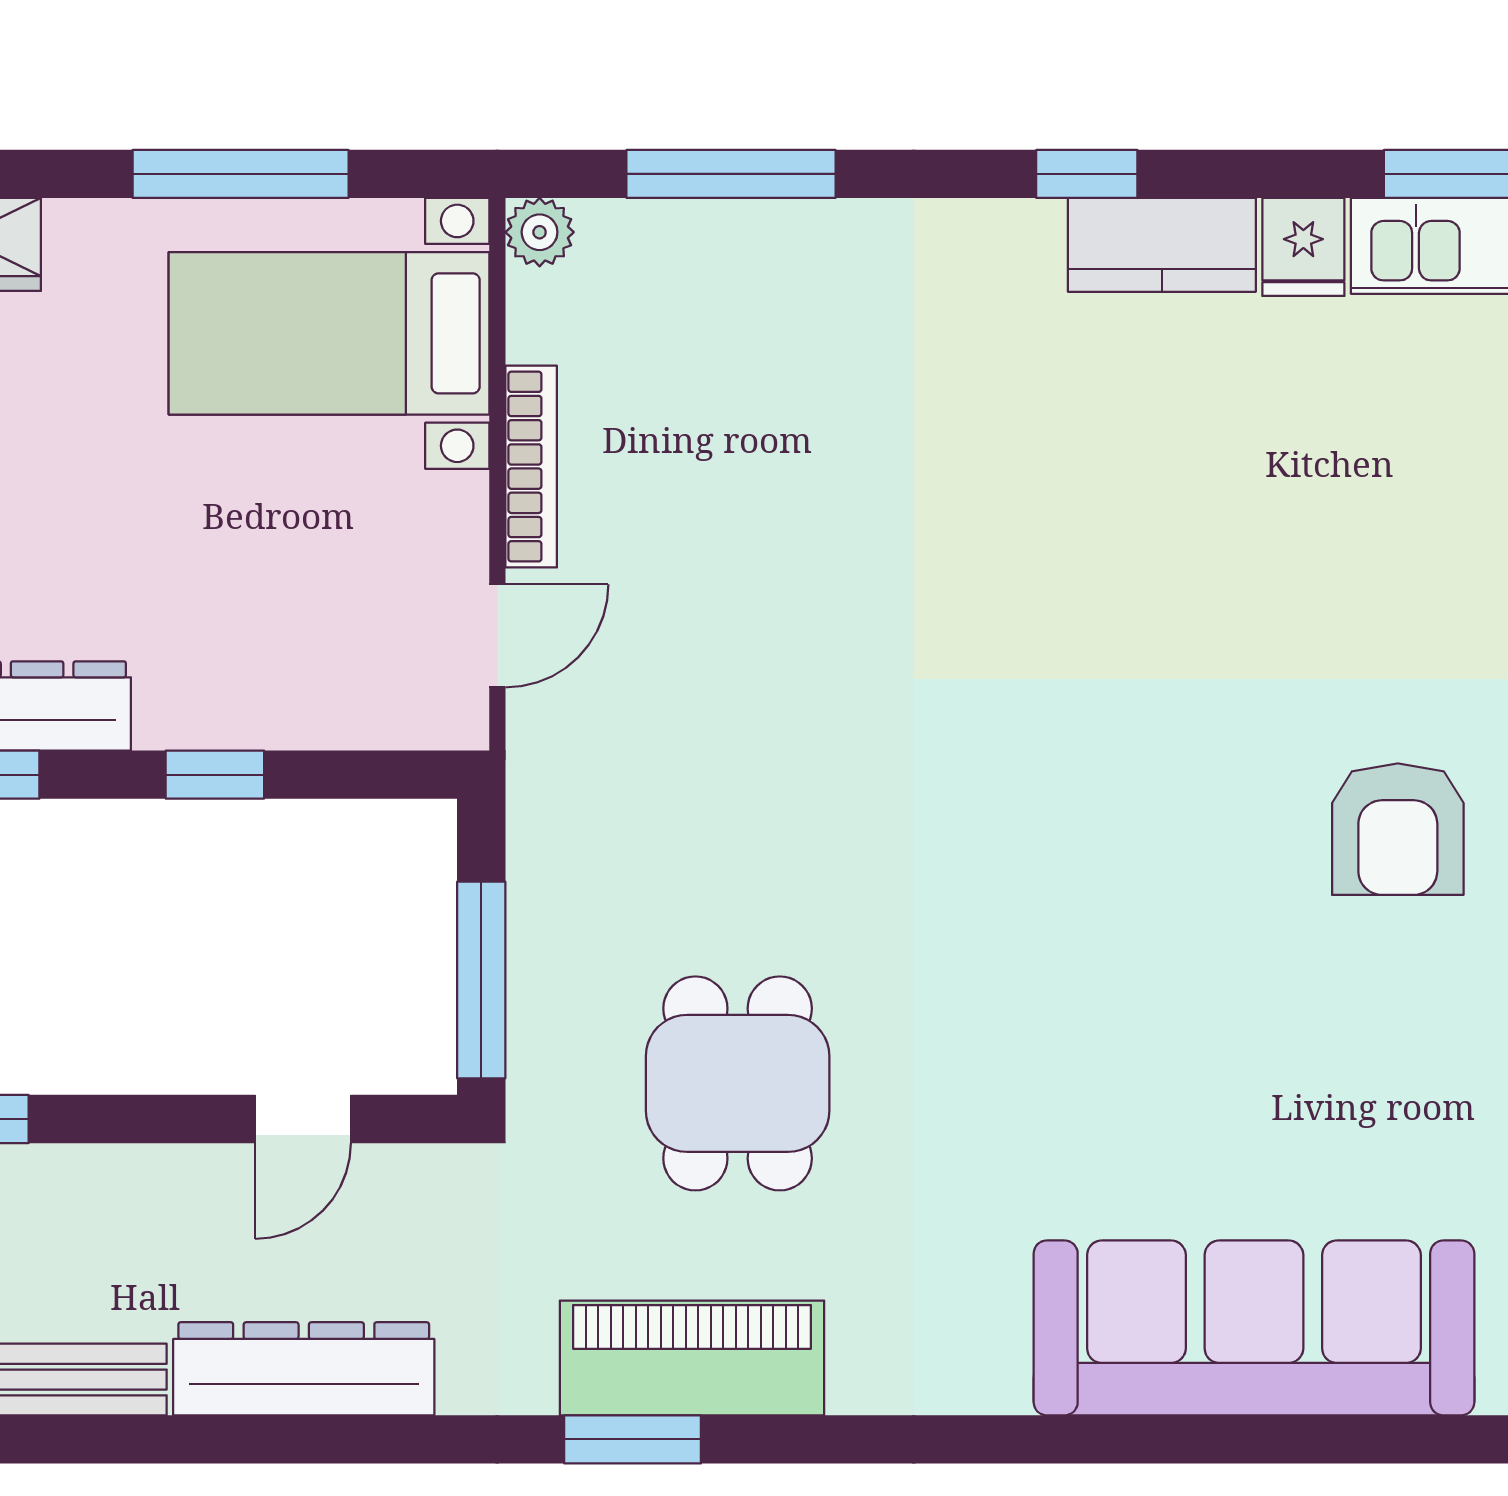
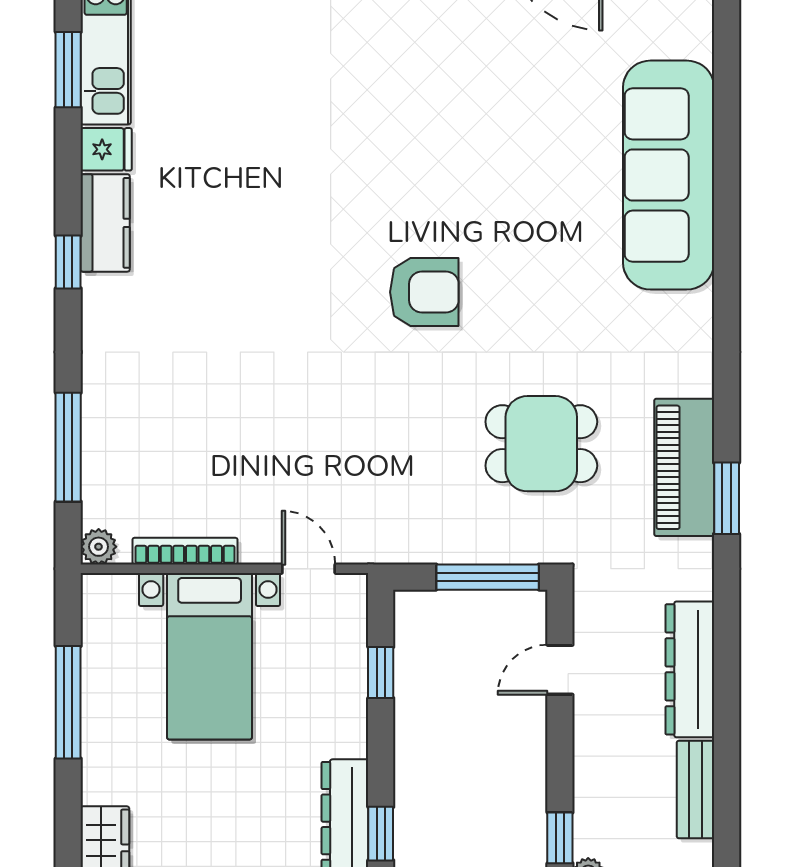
bed with nightstands: (329, 333) -> (210, 656), moved
bookcase: (531, 467) -> (185, 551), moved
window: (215, 775) -> (381, 672), moved
armchair: (1398, 829) -> (424, 292), moved
door: (303, 1119) -> (560, 670), swing flipped

